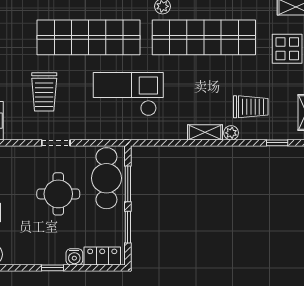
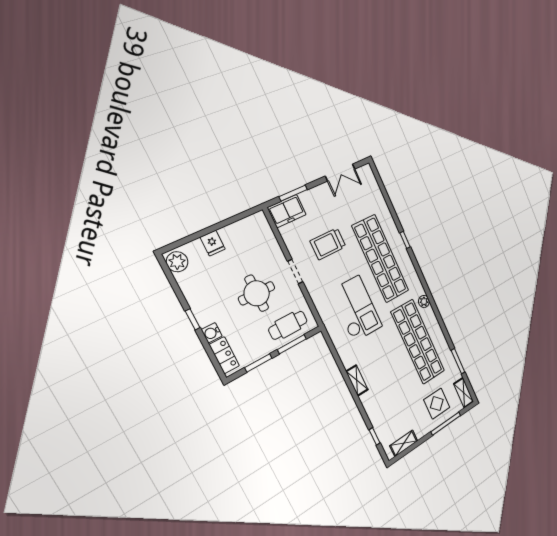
trolley: (251, 107) -> (389, 402), removed
plant: (231, 133) -> (366, 400), removed
cafe table: (106, 178) -> (288, 325), width x0.73, depth x0.74

